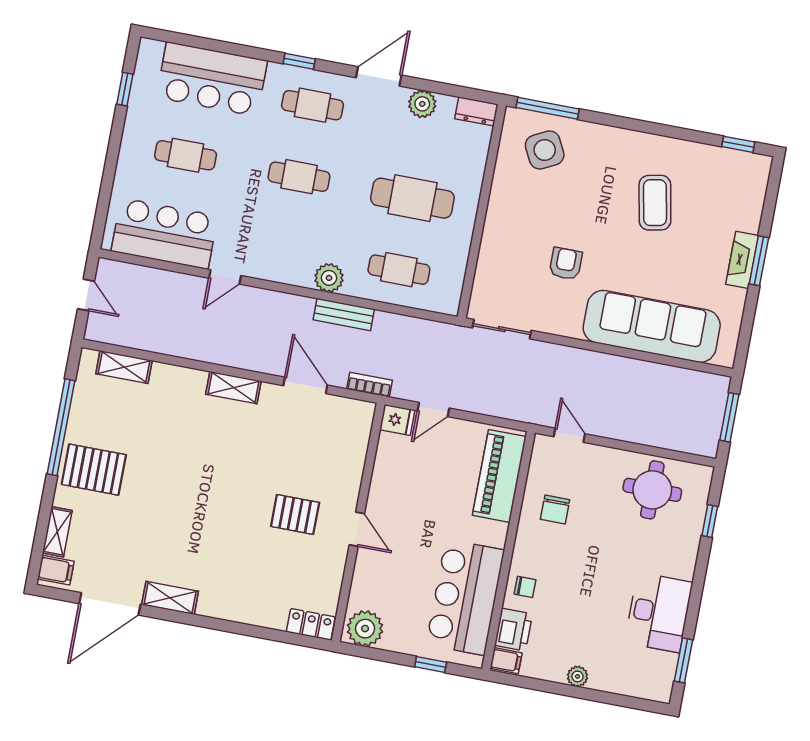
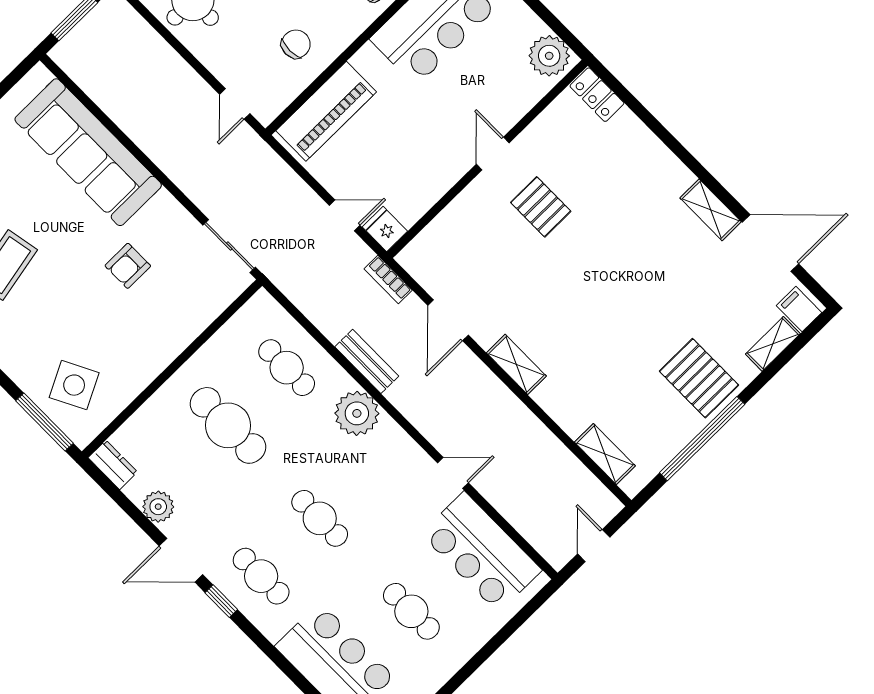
window: (299, 61) -> (221, 601), moved
plant: (329, 278) -> (357, 413), width x1.36, depth x1.36

